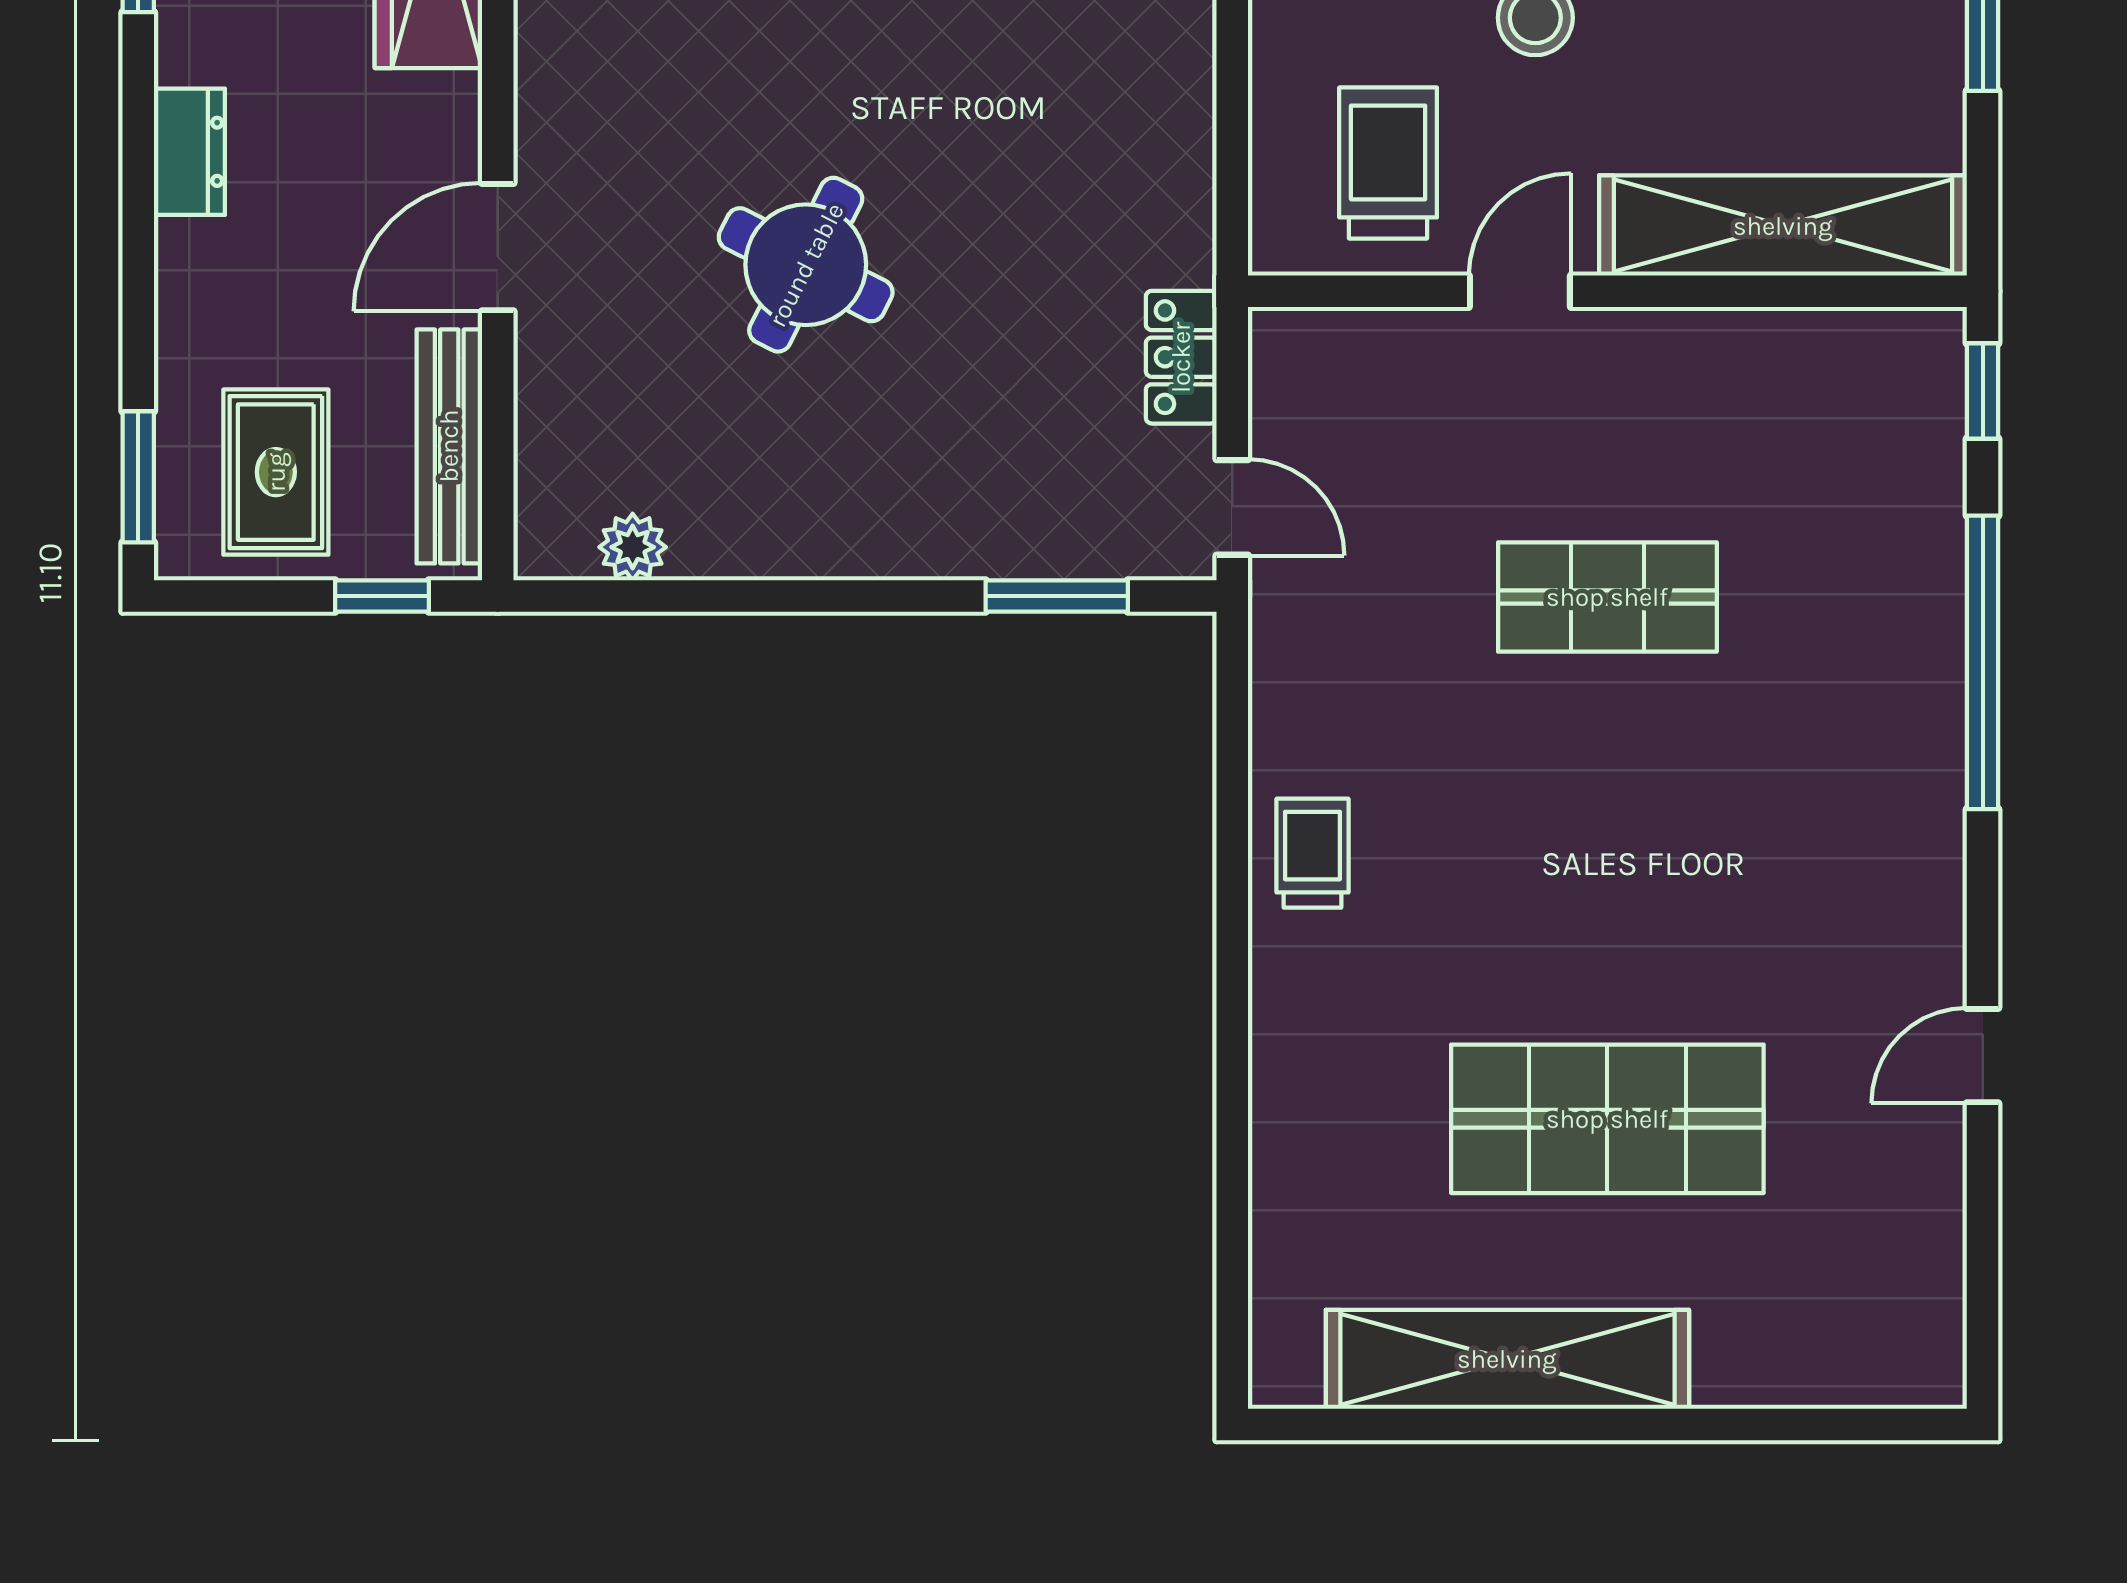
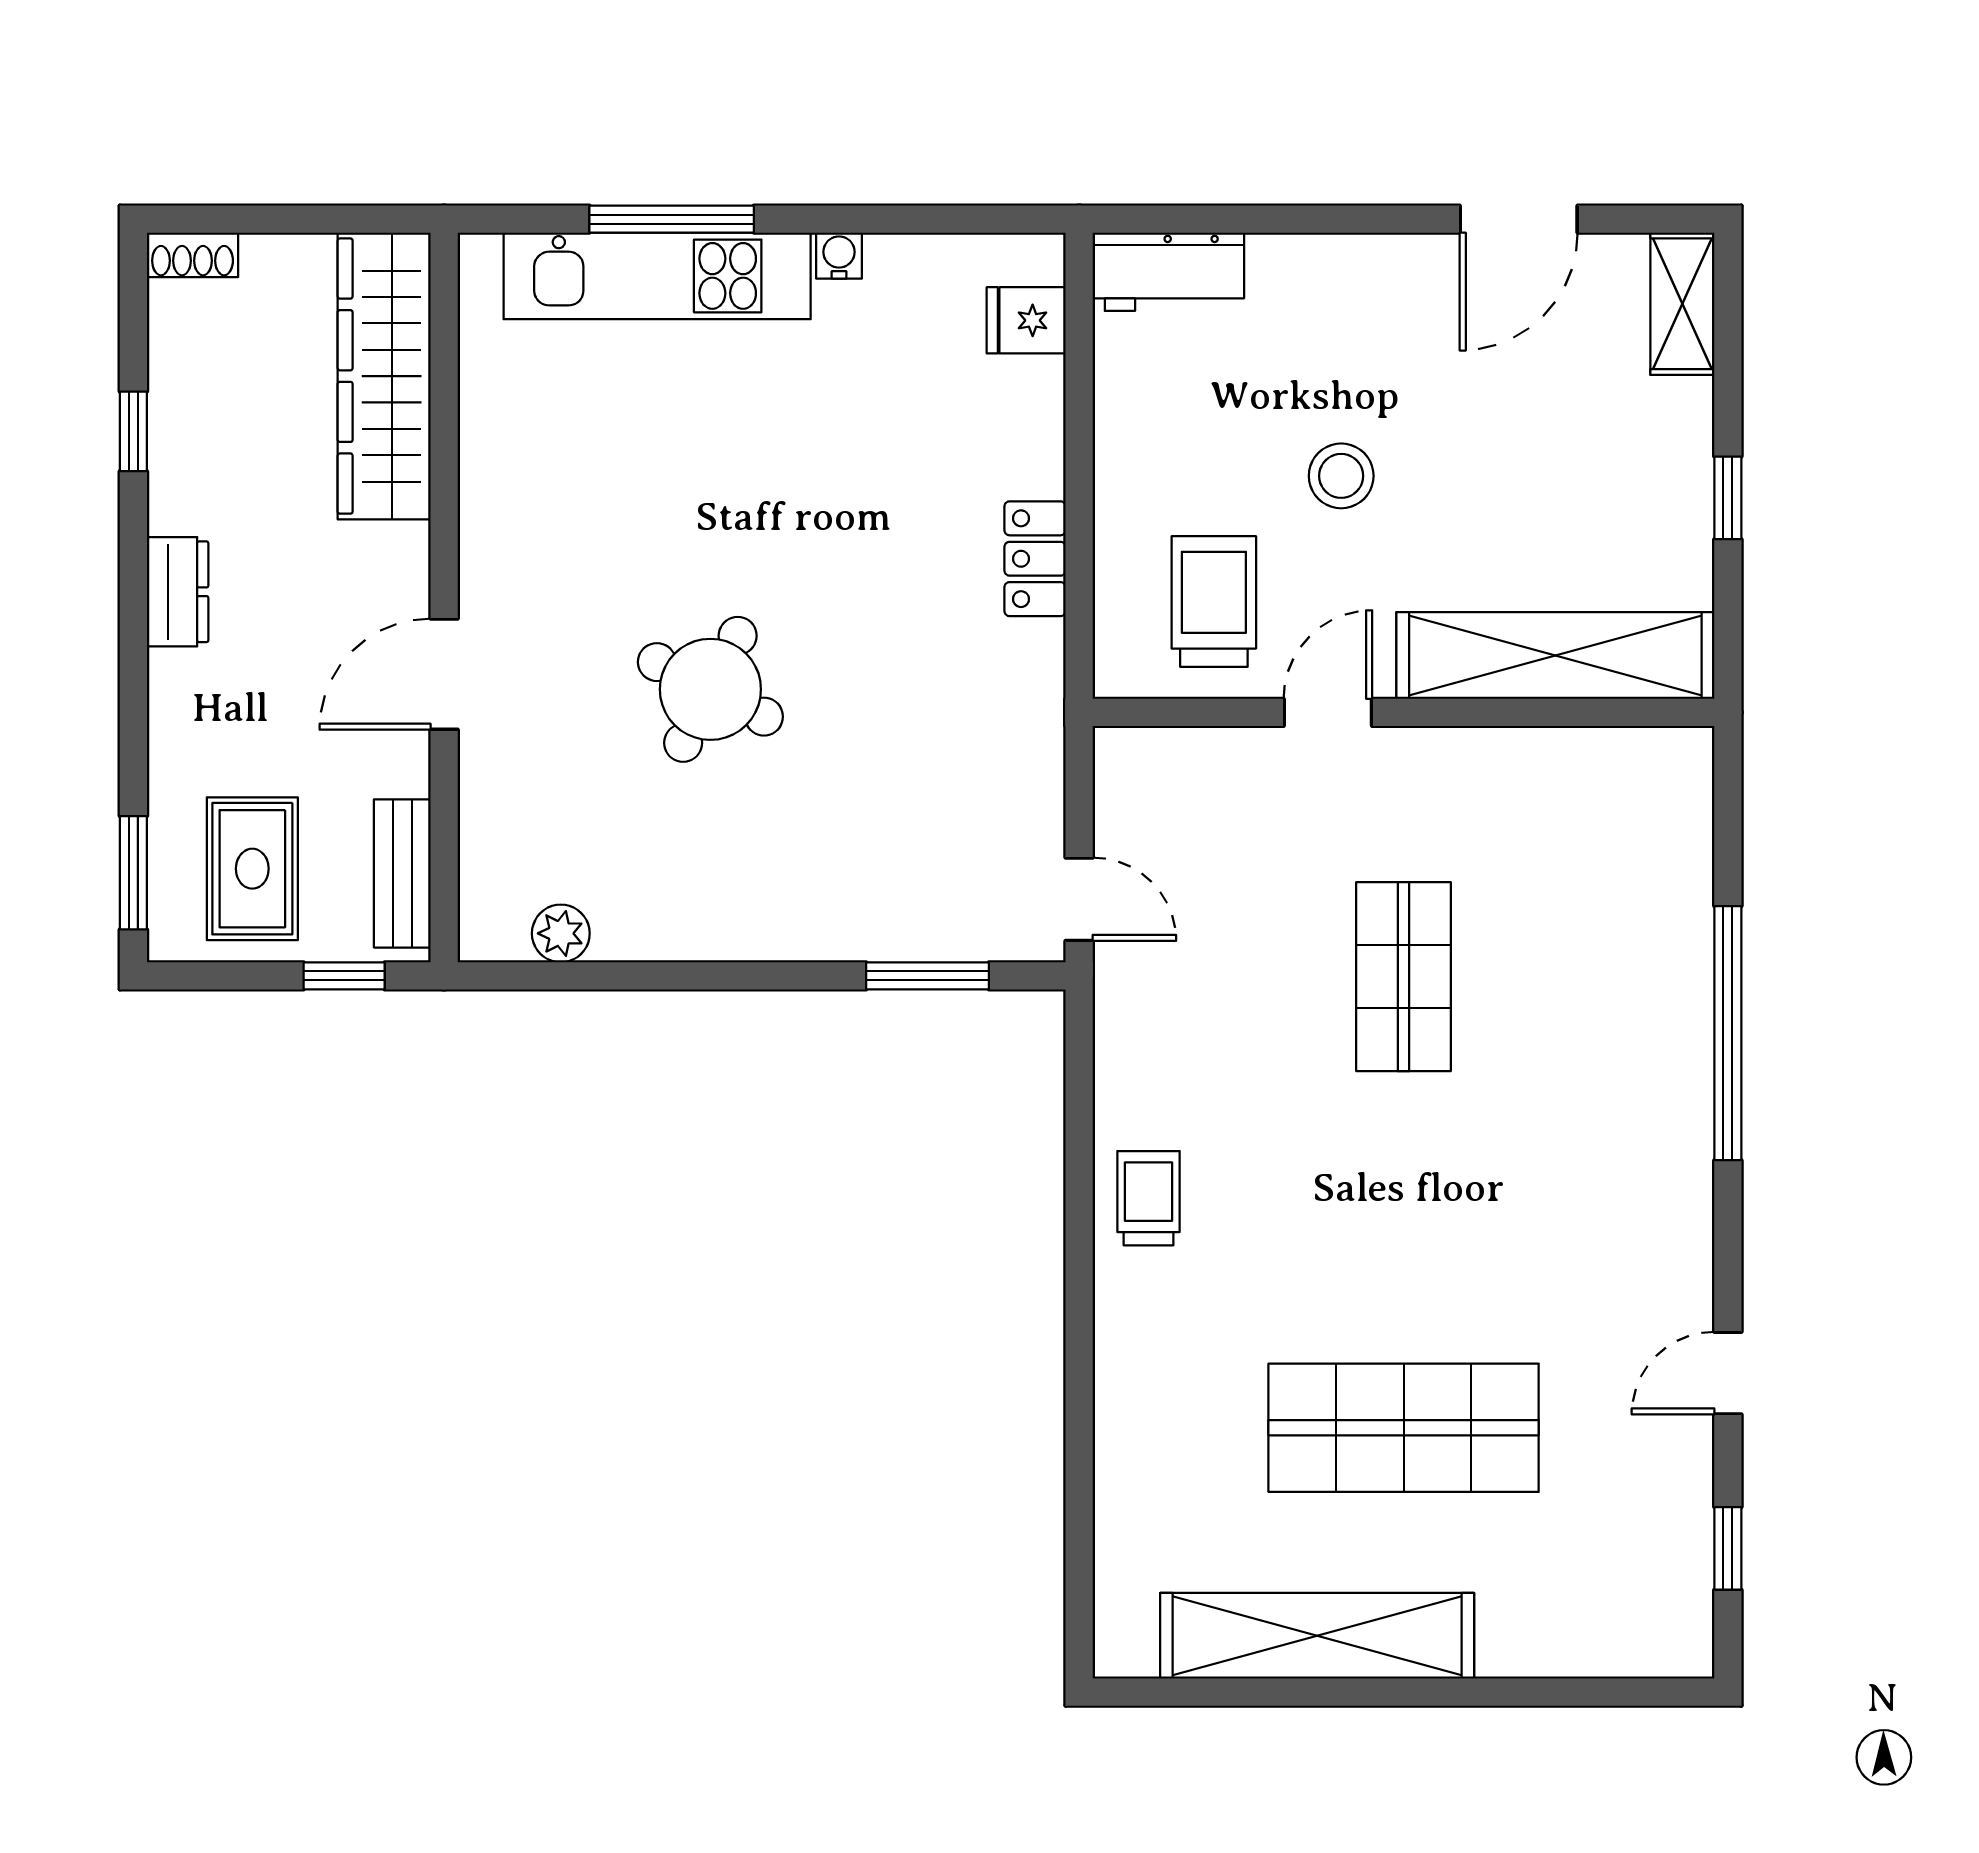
locker: (1181, 357) -> (1035, 559), moved
window: (1983, 391) -> (1728, 1548), moved
bench: (449, 446) -> (402, 873), width x0.73
shop shelf: (1607, 597) -> (1404, 977), turned 90

